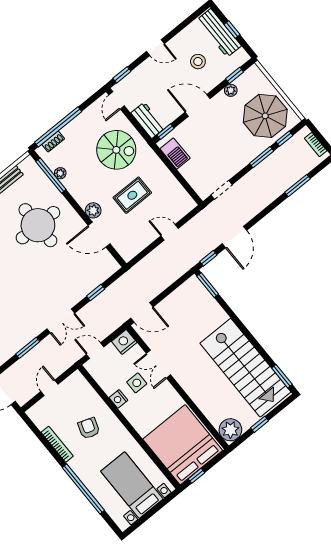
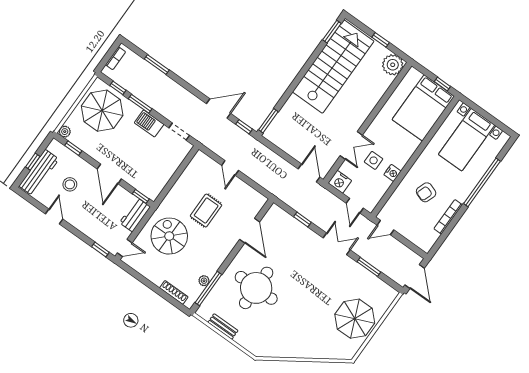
door: (155, 48) -> (54, 216), moved
plant: (231, 90) -> (65, 132), moved
window: (58, 127) -> (163, 294), removed
shoe rack: (53, 142) -> (174, 292), width x1.43
barbecue: (175, 154) -> (149, 124), moved, turned -90
rug: (132, 195) -> (206, 211), turned 90
plant: (93, 210) -> (229, 242), removed
door: (49, 388) -> (385, 228), moved
bed: (183, 445) -> (423, 108), width x0.73

